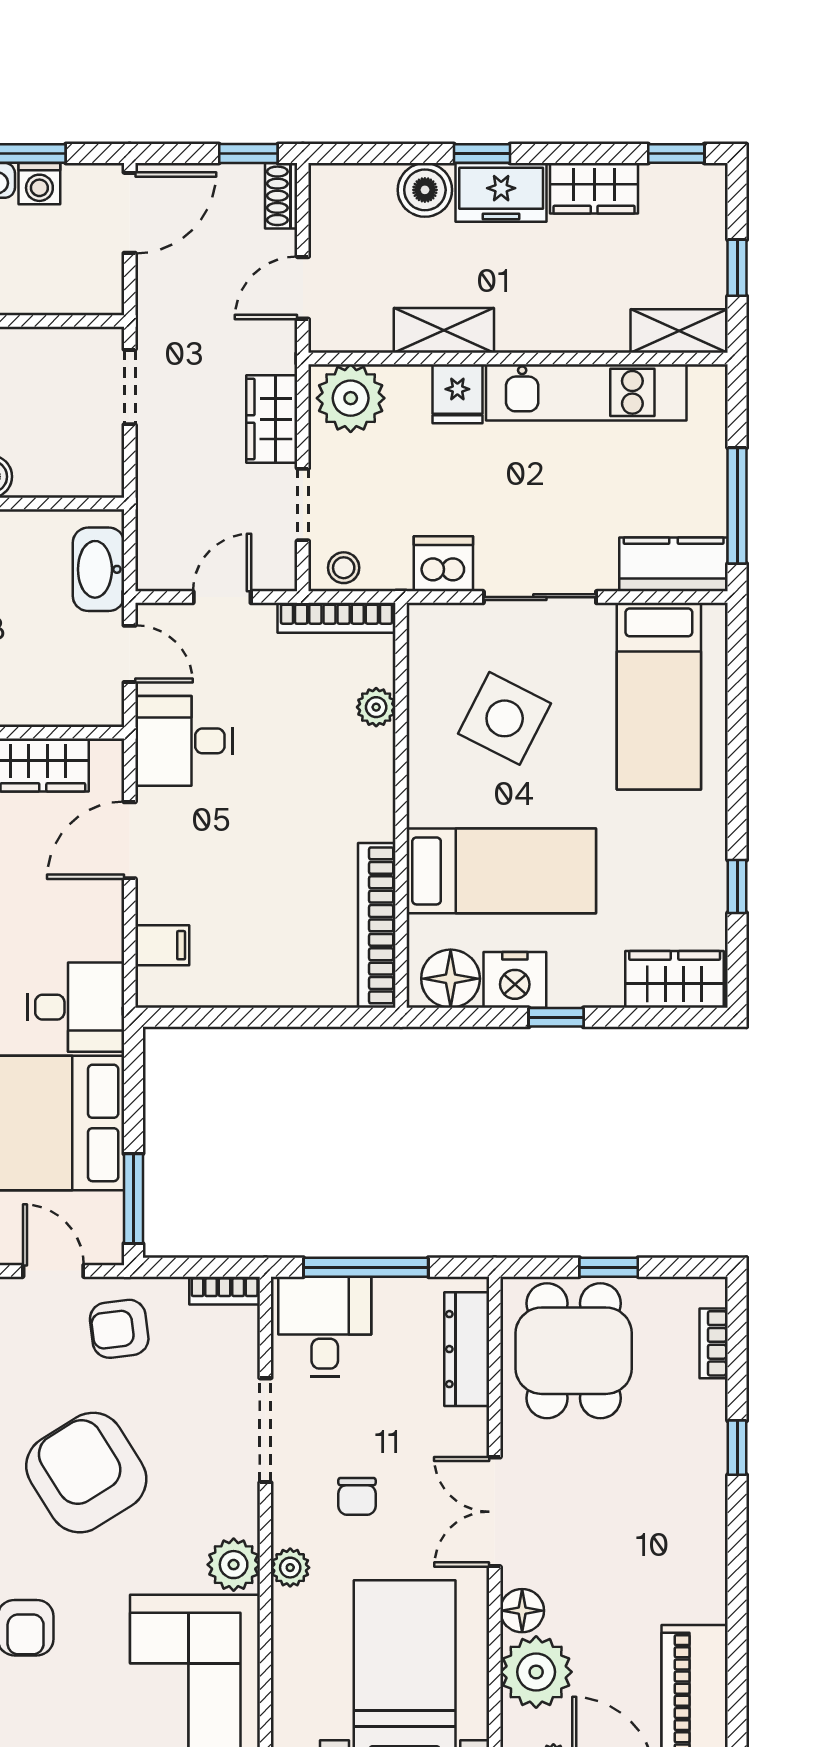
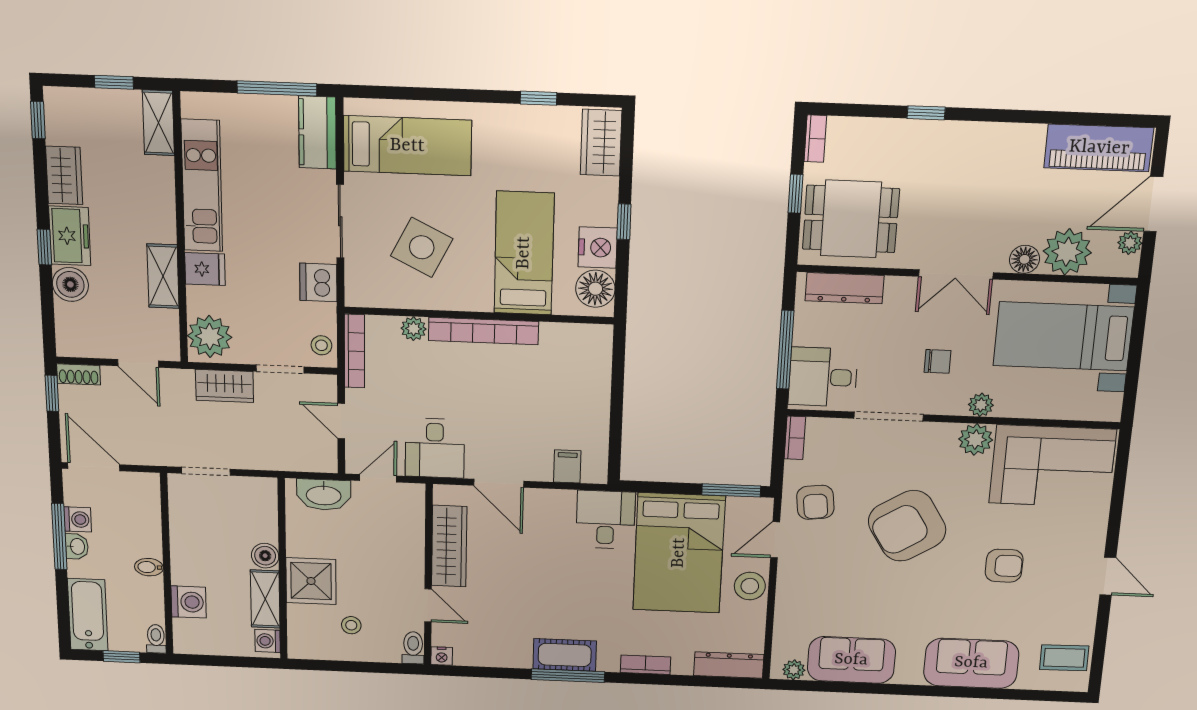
bookcase: (377, 925) -> (484, 331), moved
bookcase: (714, 1343) -> (815, 139), moved, turned -90

